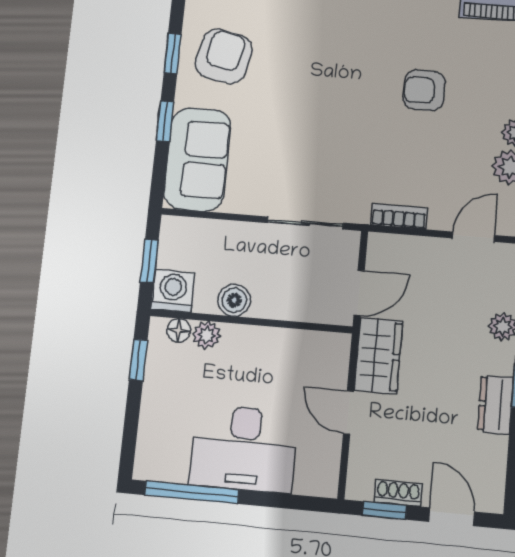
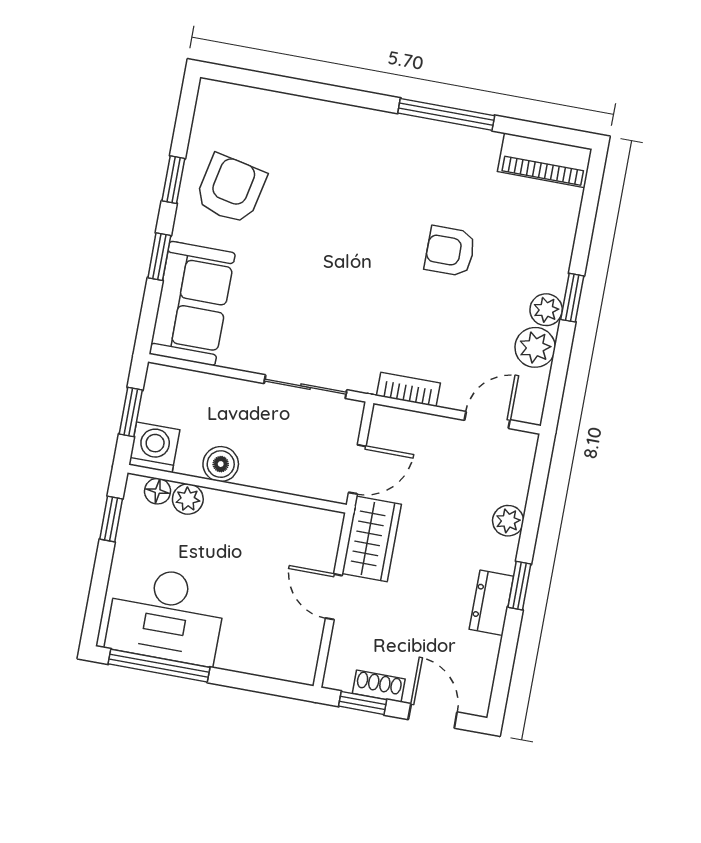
desk: (244, 449) -> (166, 615), moved

